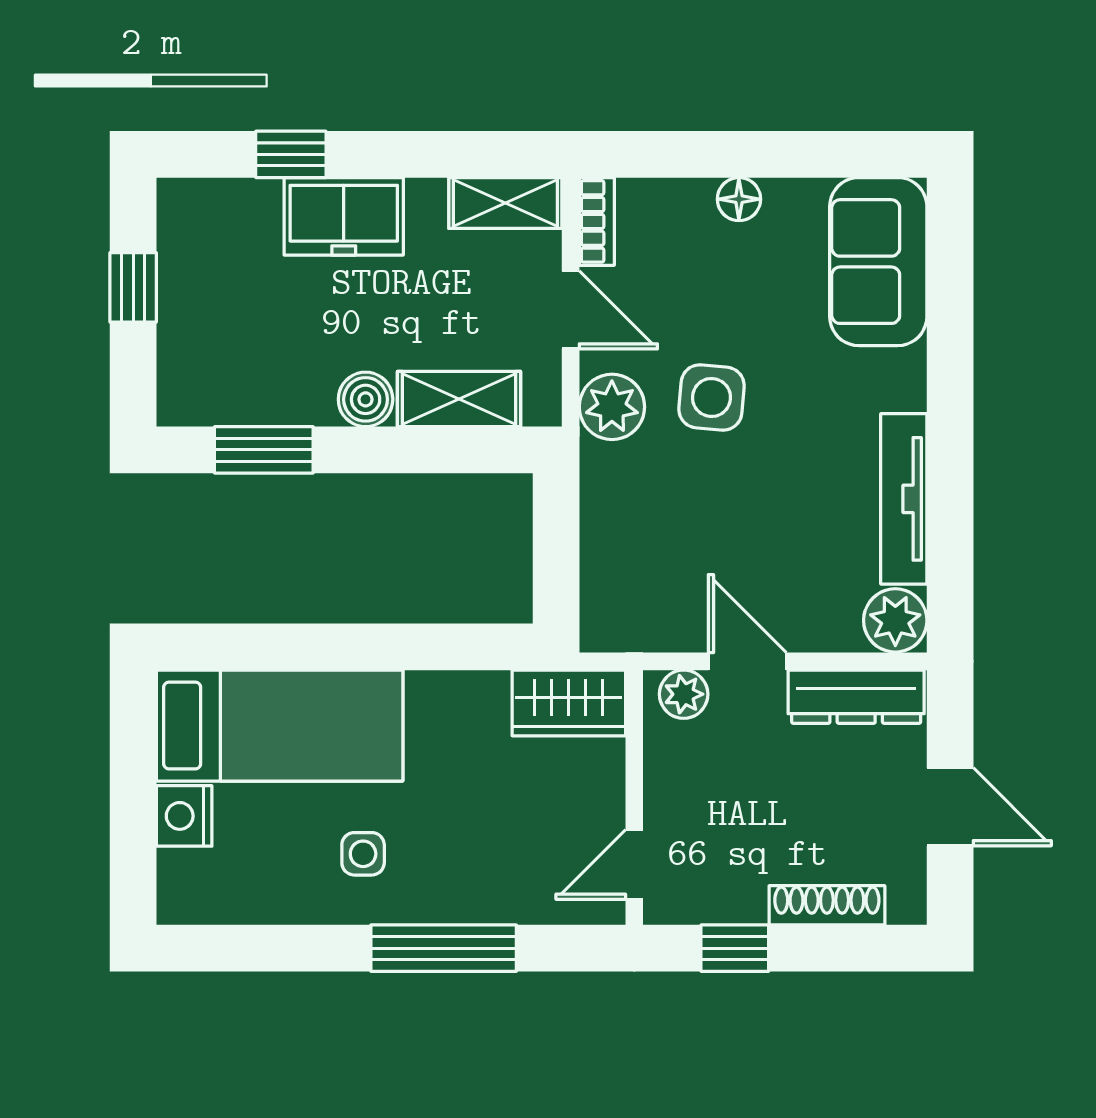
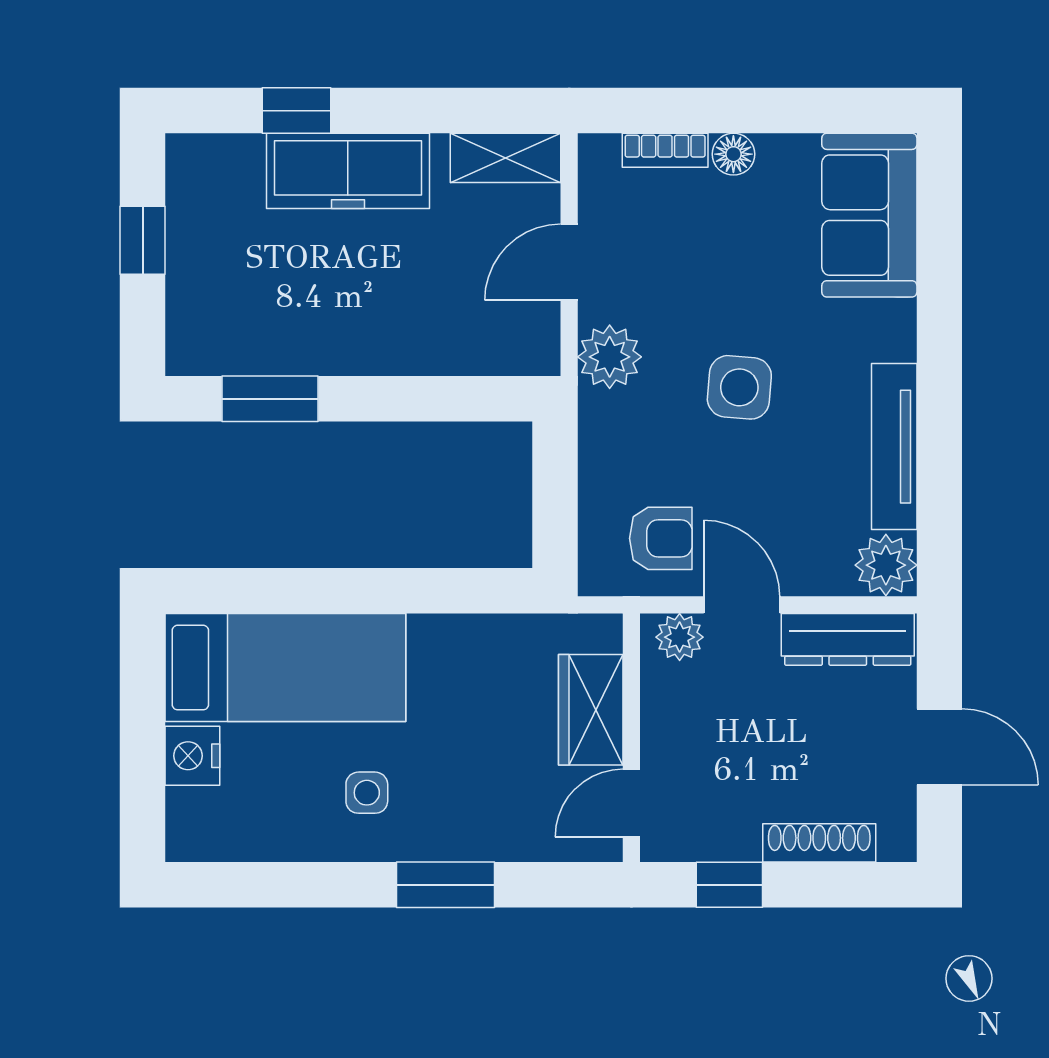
freezer: (344, 216) -> (348, 171), width x1.40
bookcase: (597, 221) -> (665, 150), moved, turned 90
door: (571, 310) -> (569, 262), swing flipped
side table: (712, 397) -> (739, 387), moved
boiler: (366, 399) -> (369, 350), removed
shelving: (459, 399) -> (460, 349), removed
armchair: (664, 593) -> (661, 538), added
wardrobe: (569, 703) -> (591, 710), moved, turned 90
window: (444, 948) -> (445, 885), width x0.69

